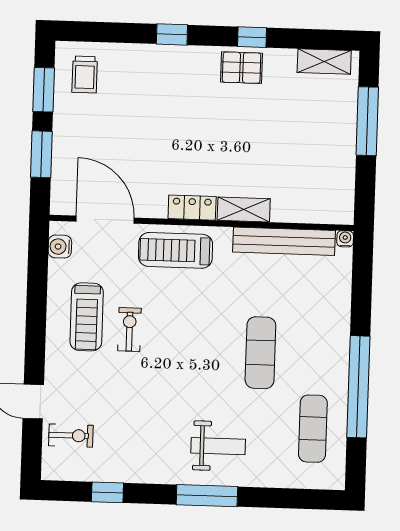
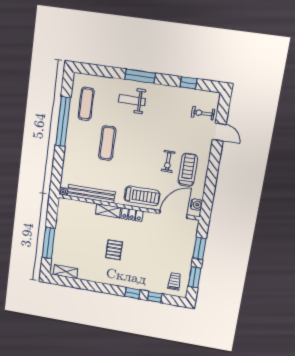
window: (252, 37) -> (155, 297), moved
pallet: (242, 68) -> (114, 250), moved, turned 90
door: (105, 220) -> (173, 214), swing flipped

